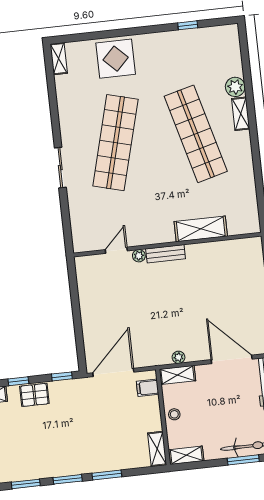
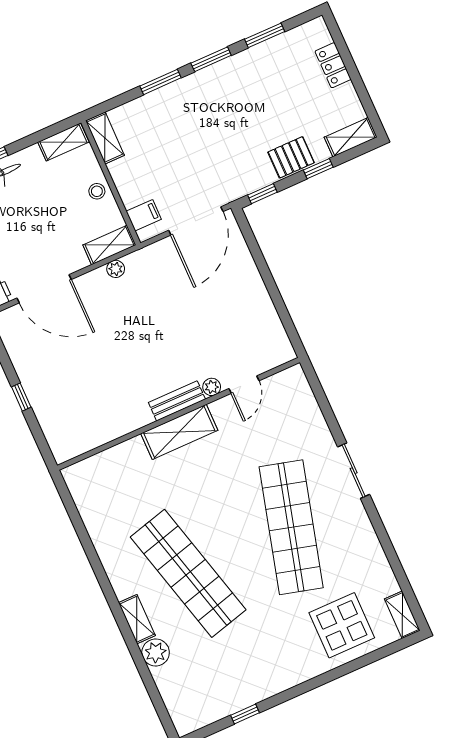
display table: (116, 59) -> (342, 625), moved
shelving: (201, 229) -> (179, 432), moved

